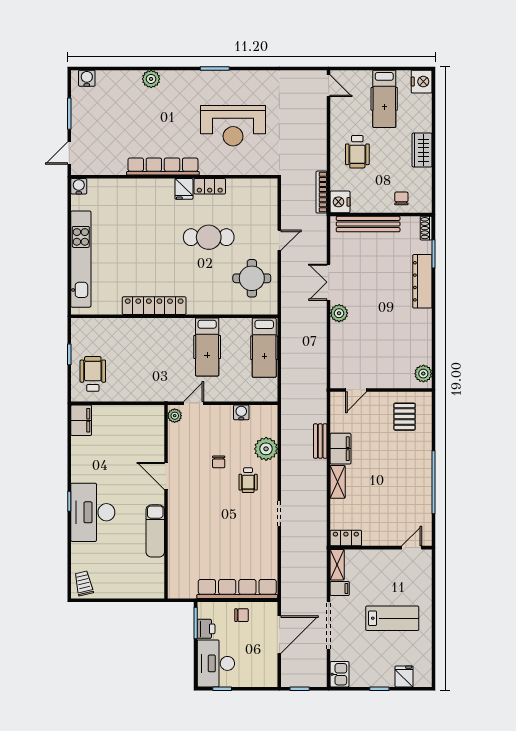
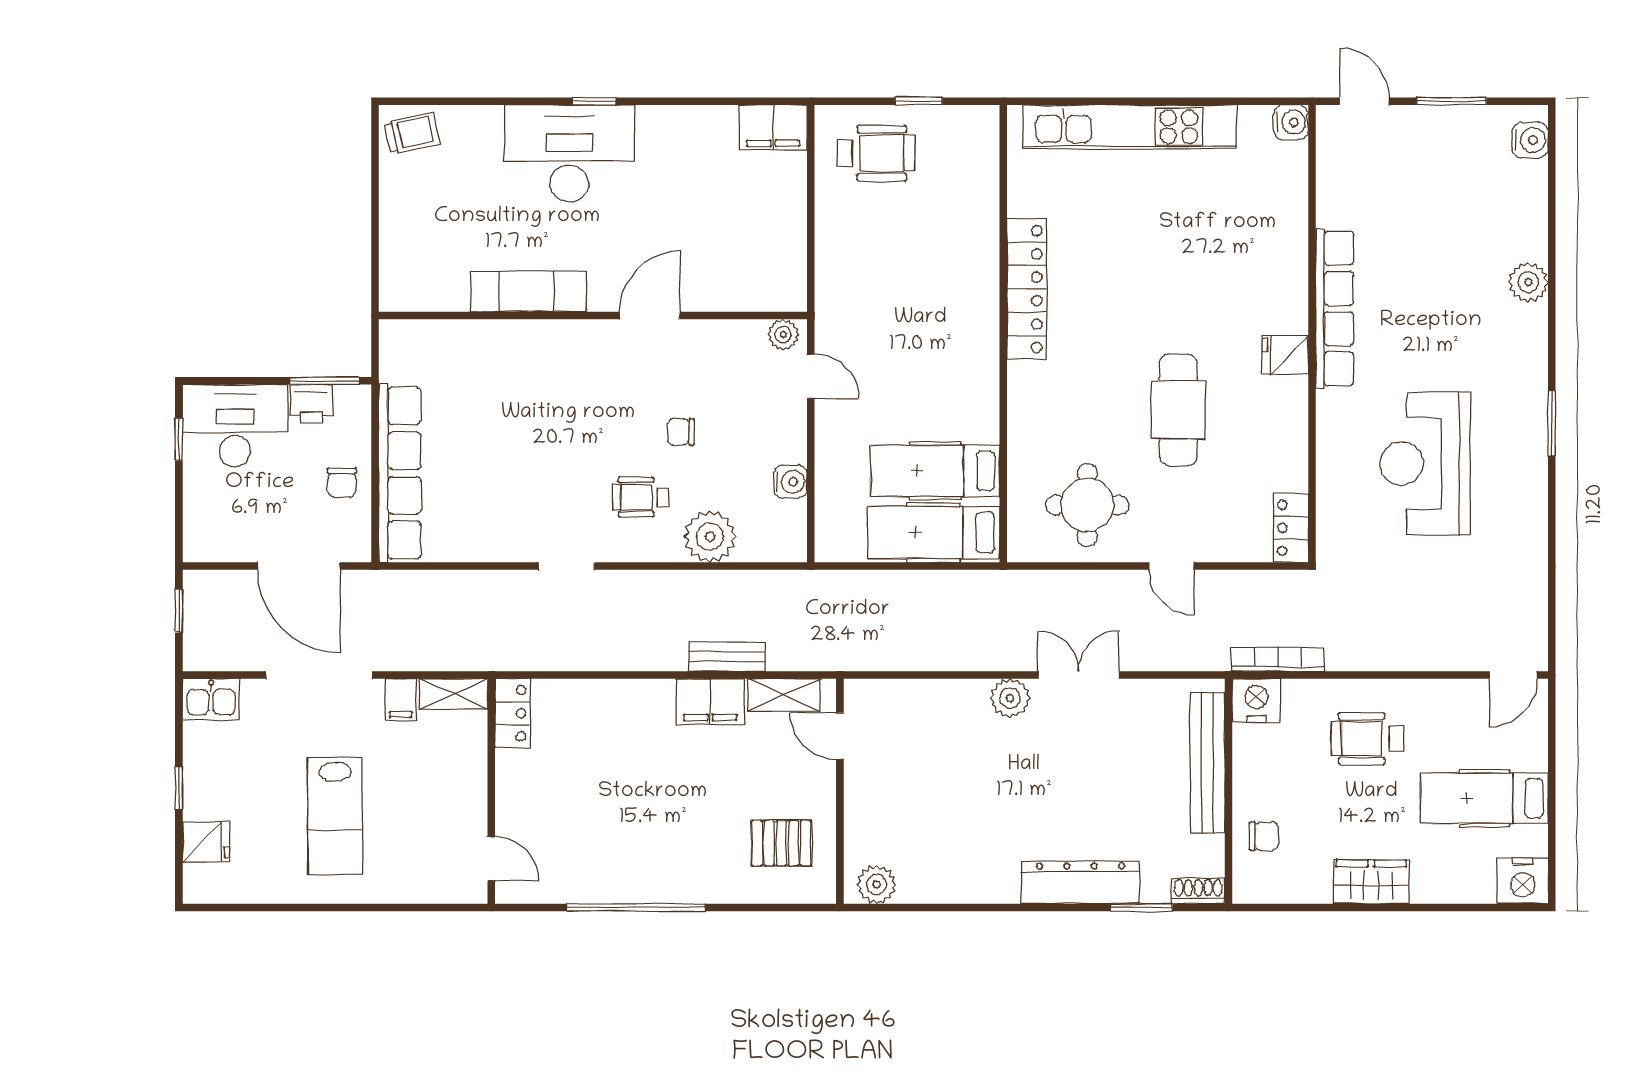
locker: (210, 186) -> (1291, 528), moved
hospital bed: (207, 347) -> (935, 471), moved
shelving: (338, 482) -> (784, 695), moved

